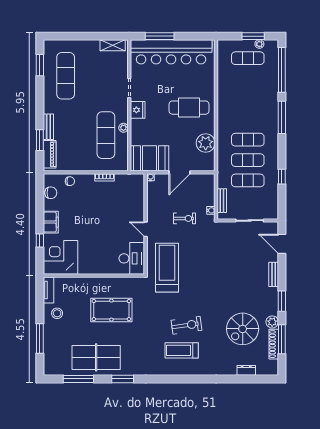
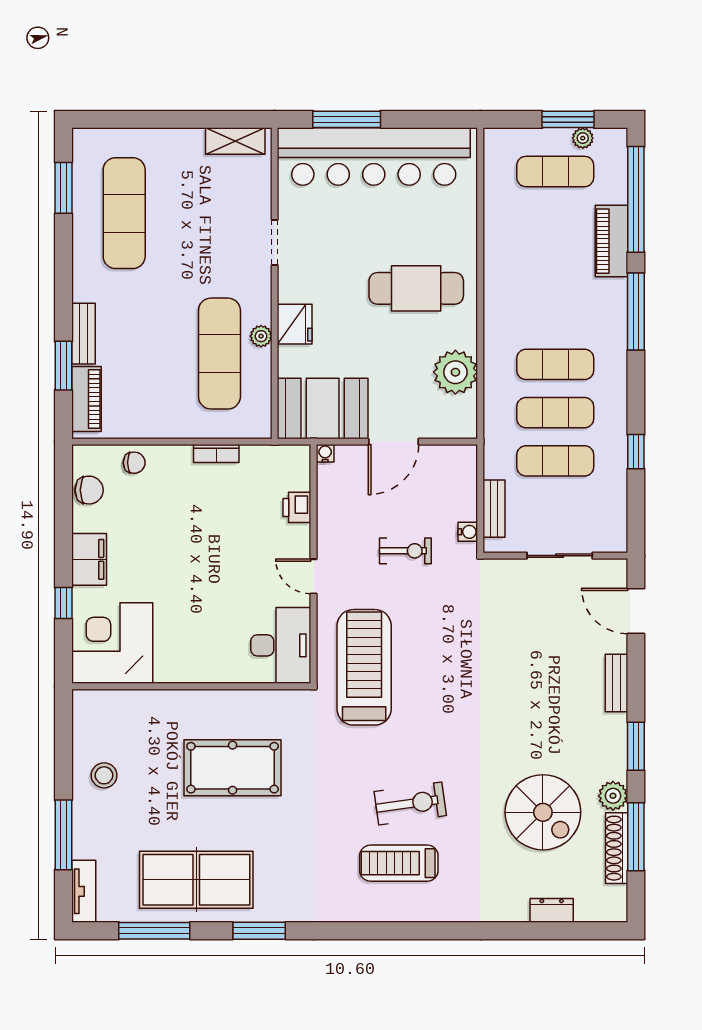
piano: (272, 88) -> (611, 241), added
fridge: (138, 110) -> (295, 324), moved
printer: (139, 200) -> (297, 507), added
tv unit: (48, 290) -> (84, 891), moved
spiral stairs: (243, 329) -> (543, 812), turned -90

